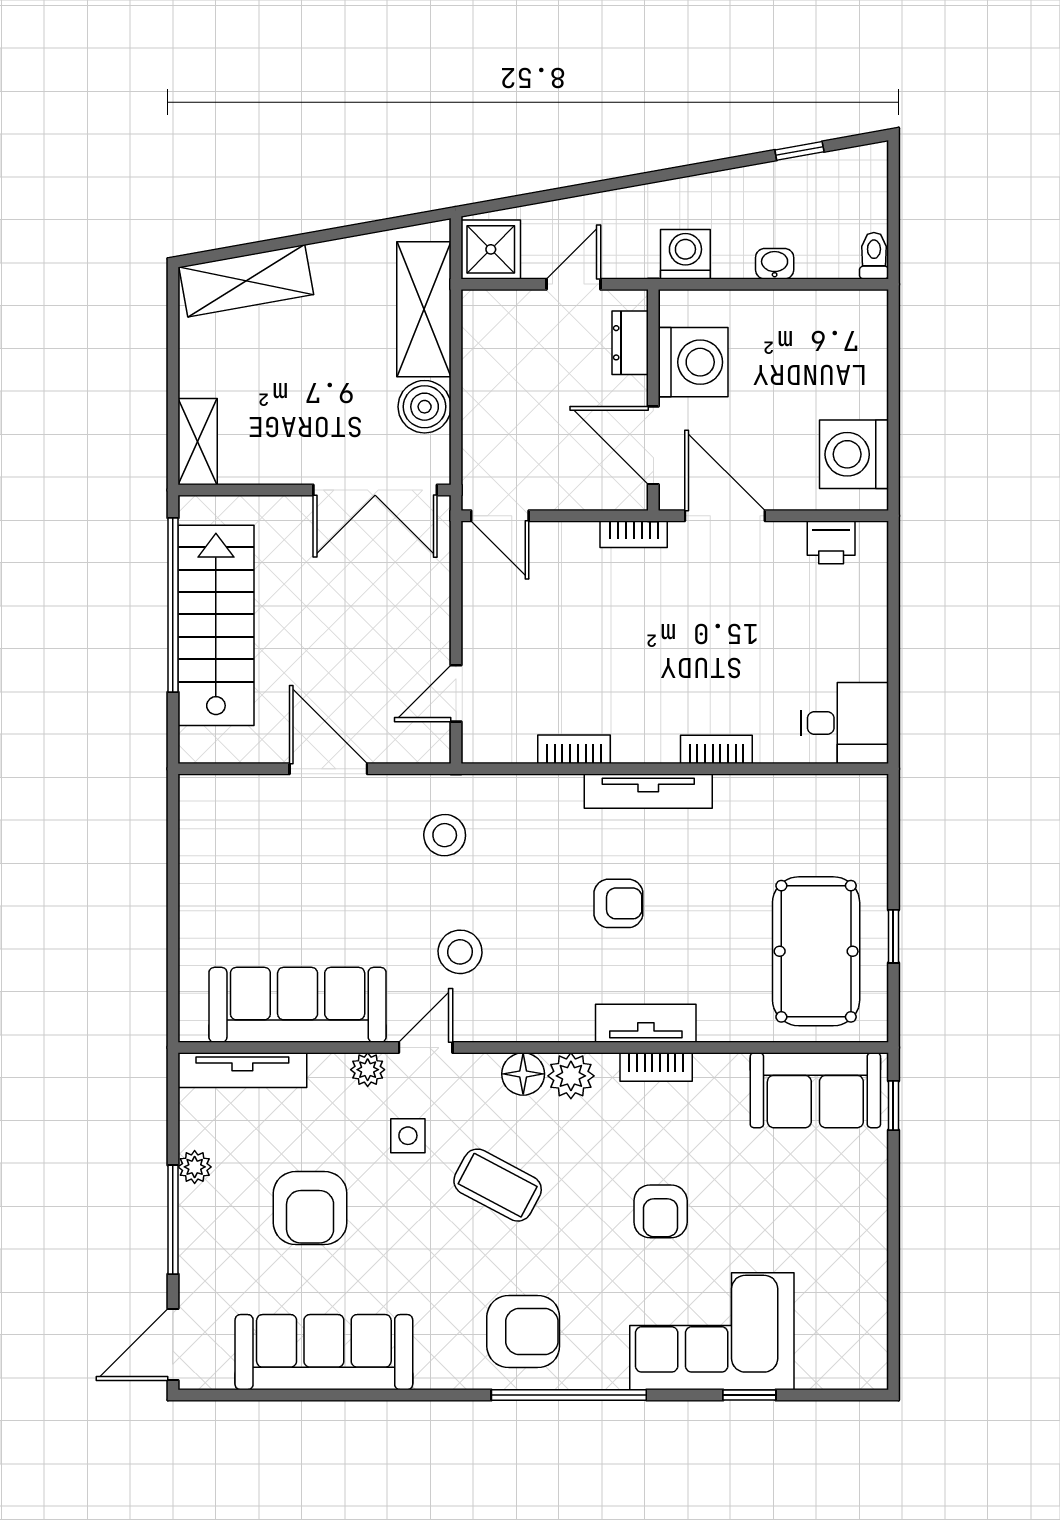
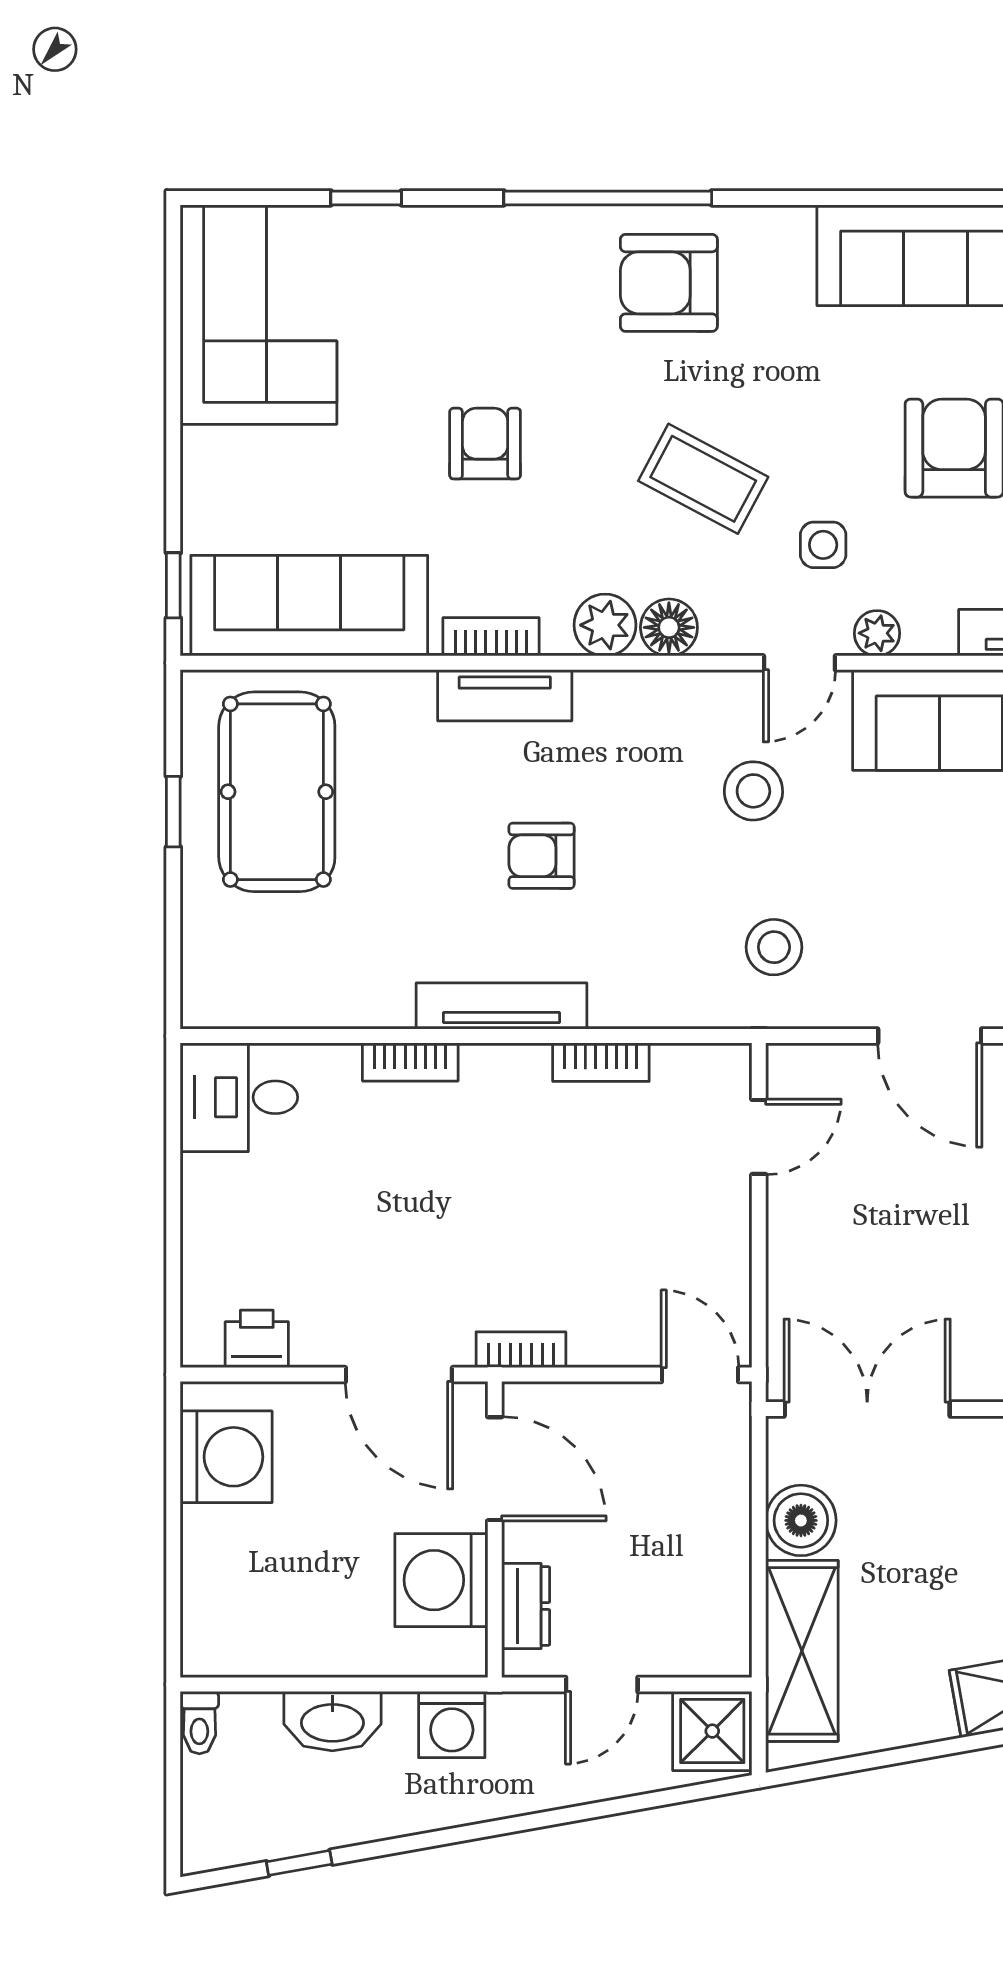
washbasin: (775, 264) -> (332, 1721), width x1.91, depth x1.45
sofa: (815, 1090) -> (309, 606), width x1.36
corner sofa: (712, 1331) -> (259, 315), moved, turned -90

